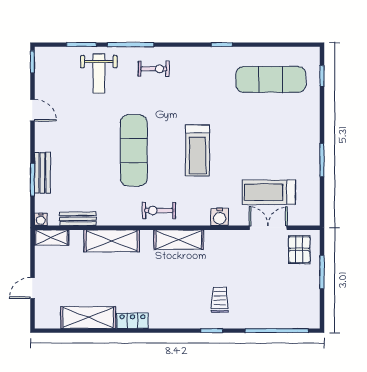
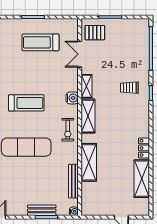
treadmill: (269, 192) -> (41, 42), moved, turned 90
water cooler: (220, 217) -> (72, 98), moved
bench: (78, 219) -> (73, 181), width x1.36
shelving: (52, 238) -> (86, 86), moved

